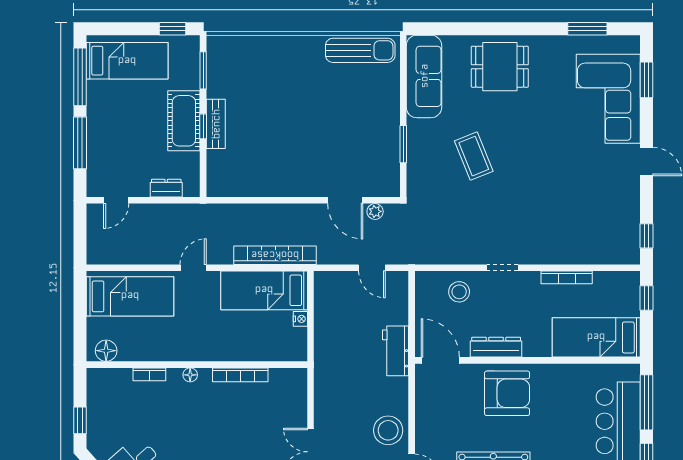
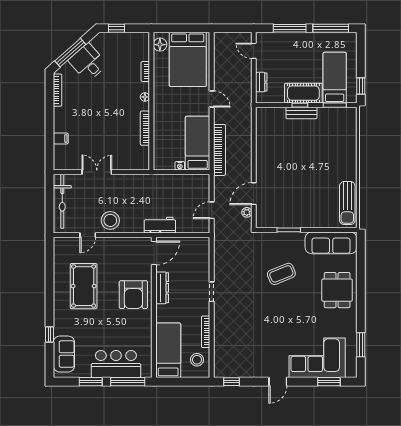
bed: (127, 61) -> (335, 78), moved, turned 180
stool: (459, 292) -> (197, 360), moved
bed: (130, 296) -> (188, 59), width x1.50
window: (646, 298) -> (193, 382), removed

